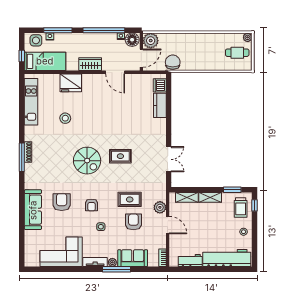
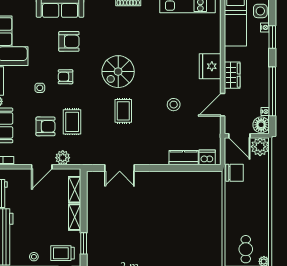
window: (58, 30) -> (272, 37), width x0.69
fridge: (71, 83) -> (210, 66), moved
stool: (65, 118) -> (174, 105), moved

